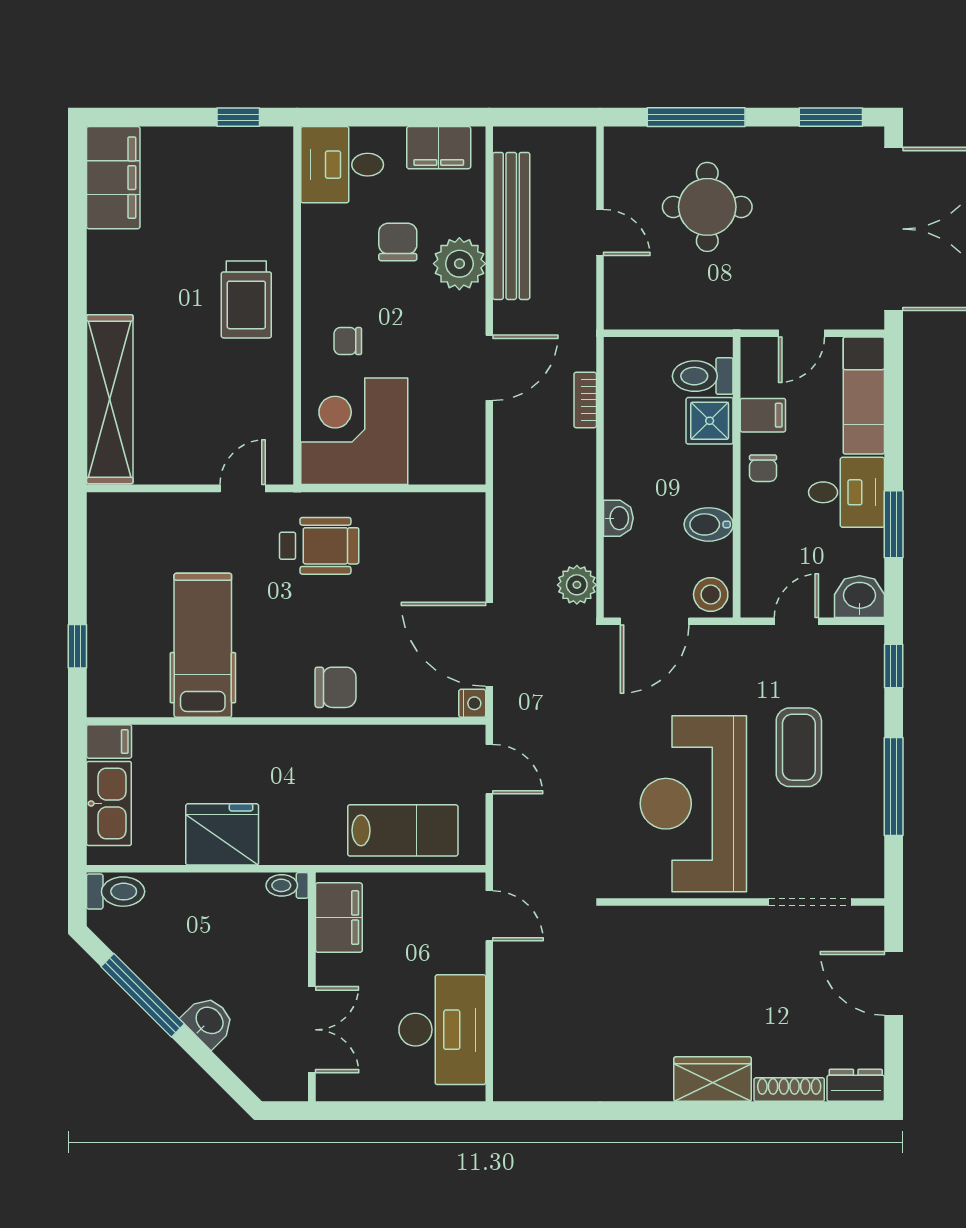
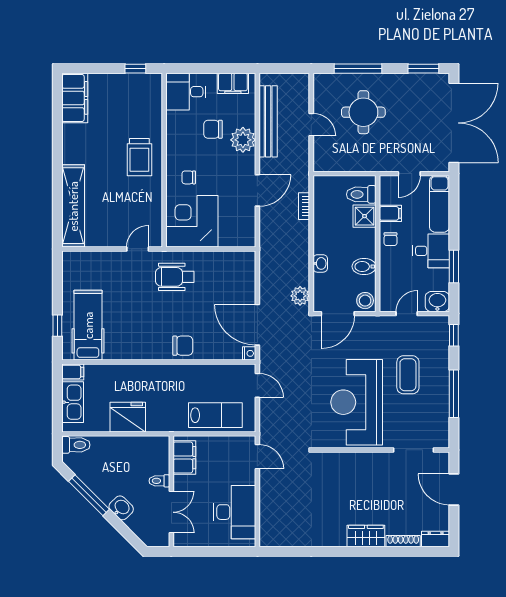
chair: (398, 242) -> (213, 129), turned -90
wheelchair: (319, 546) -> (175, 277), turned 180
hospital bed: (203, 645) -> (88, 325), moved
toilet: (287, 885) -> (159, 481), moved

